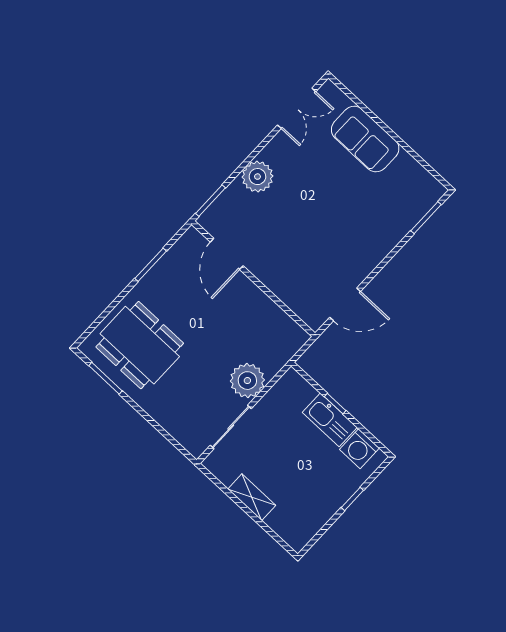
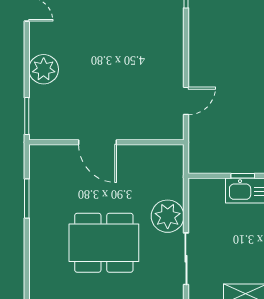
door: (227, 254) -> (97, 142), moved
door: (345, 304) -> (186, 101), width x0.73
dining table: (140, 345) -> (104, 243), moved

